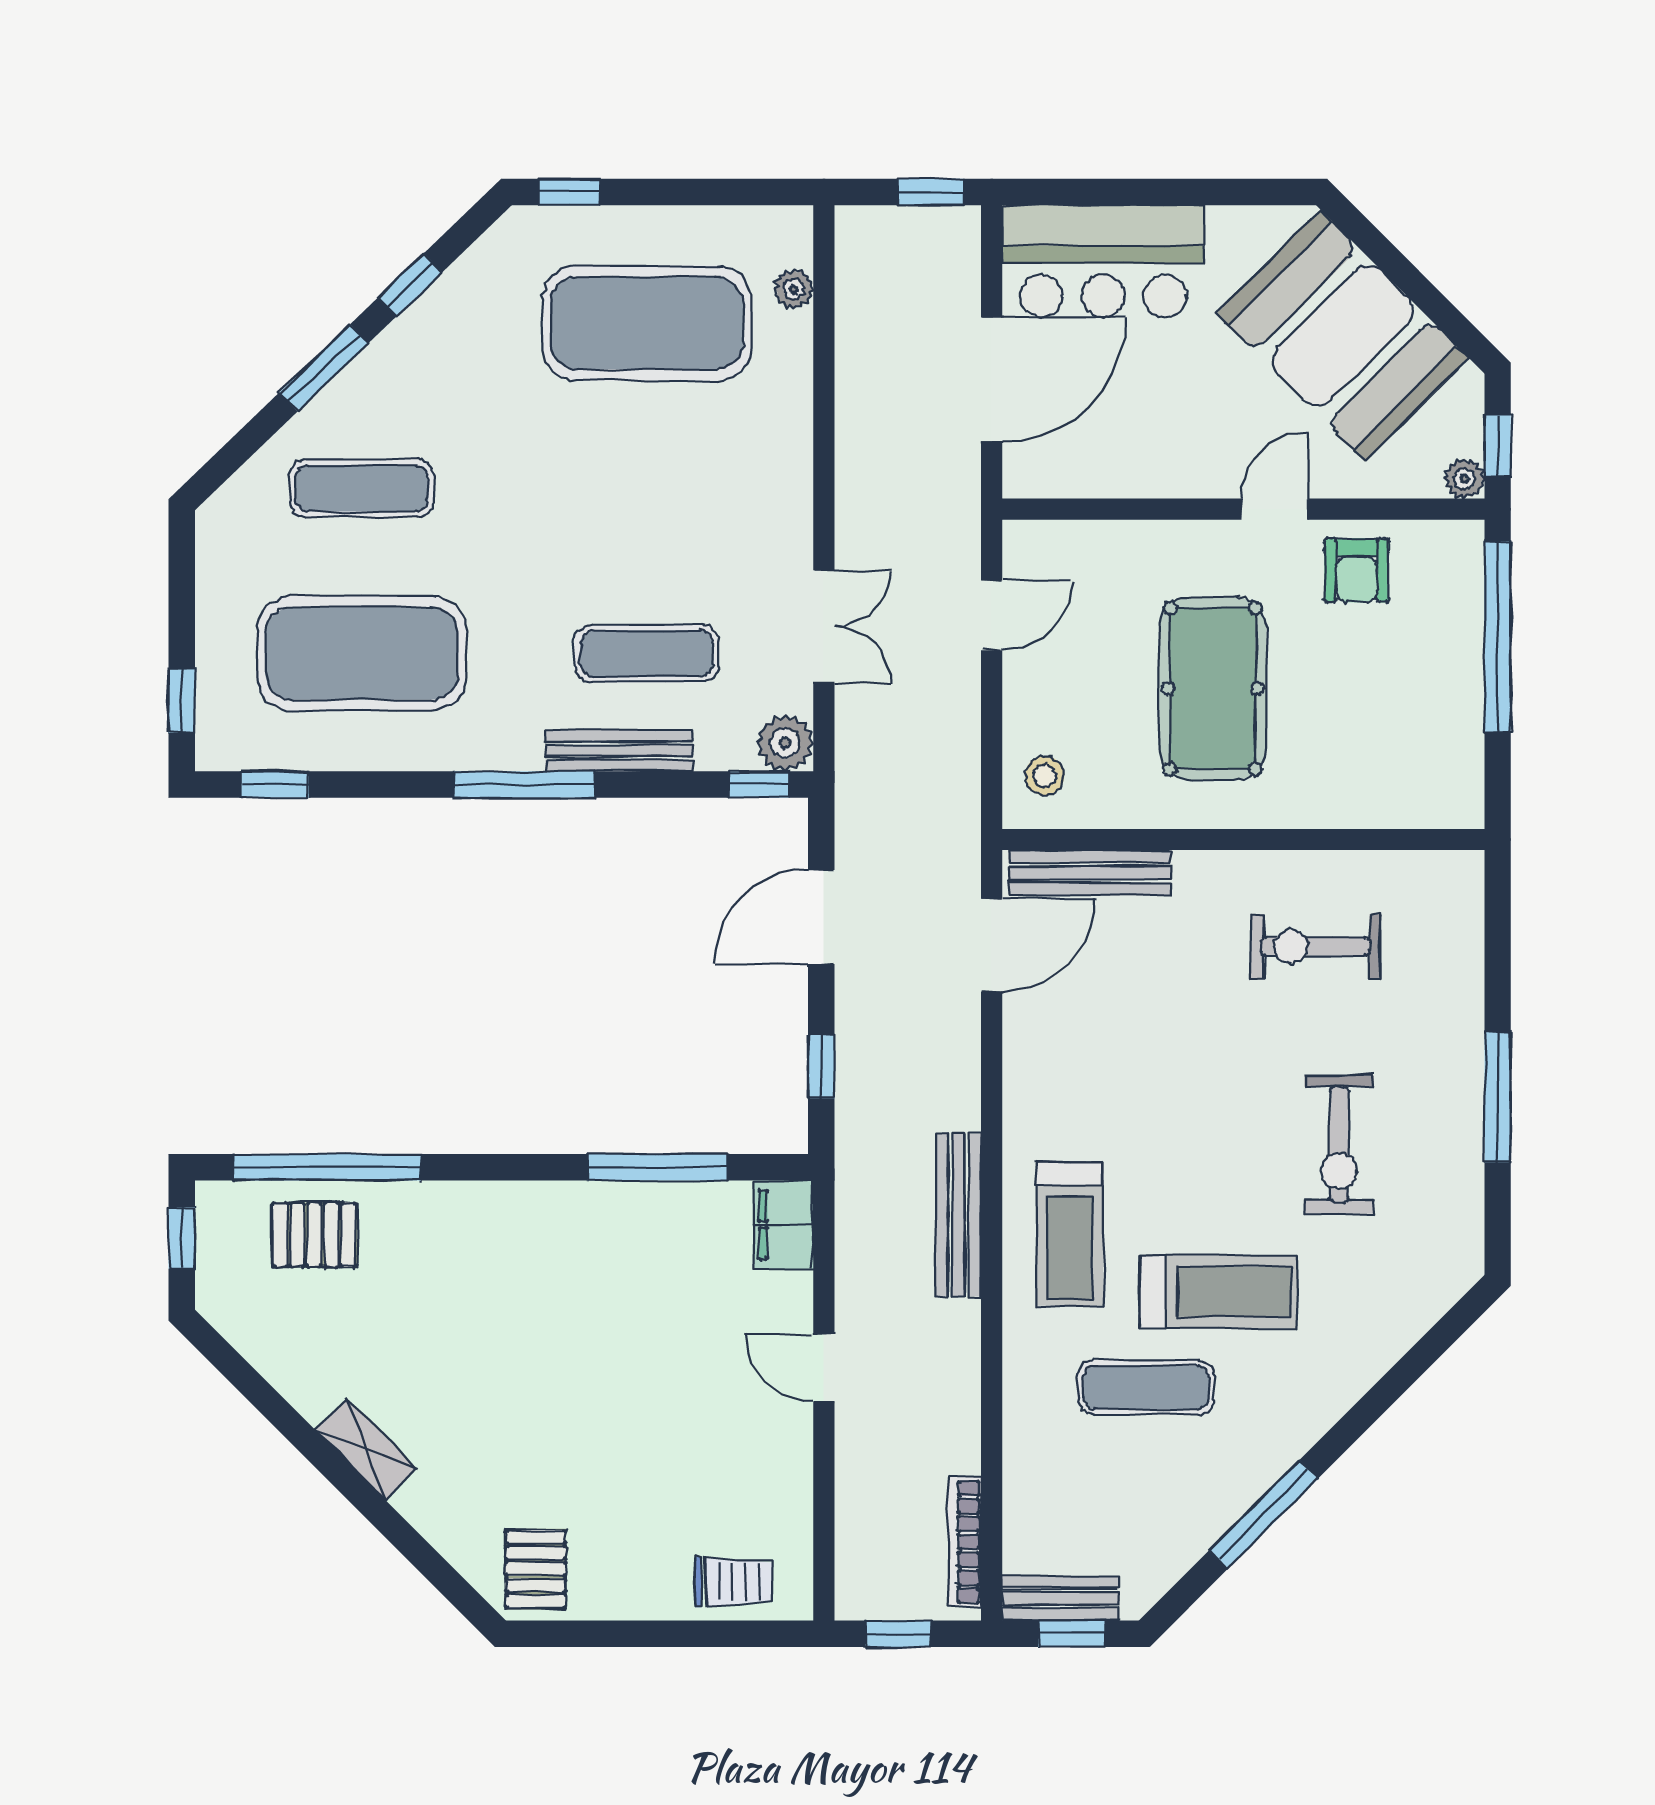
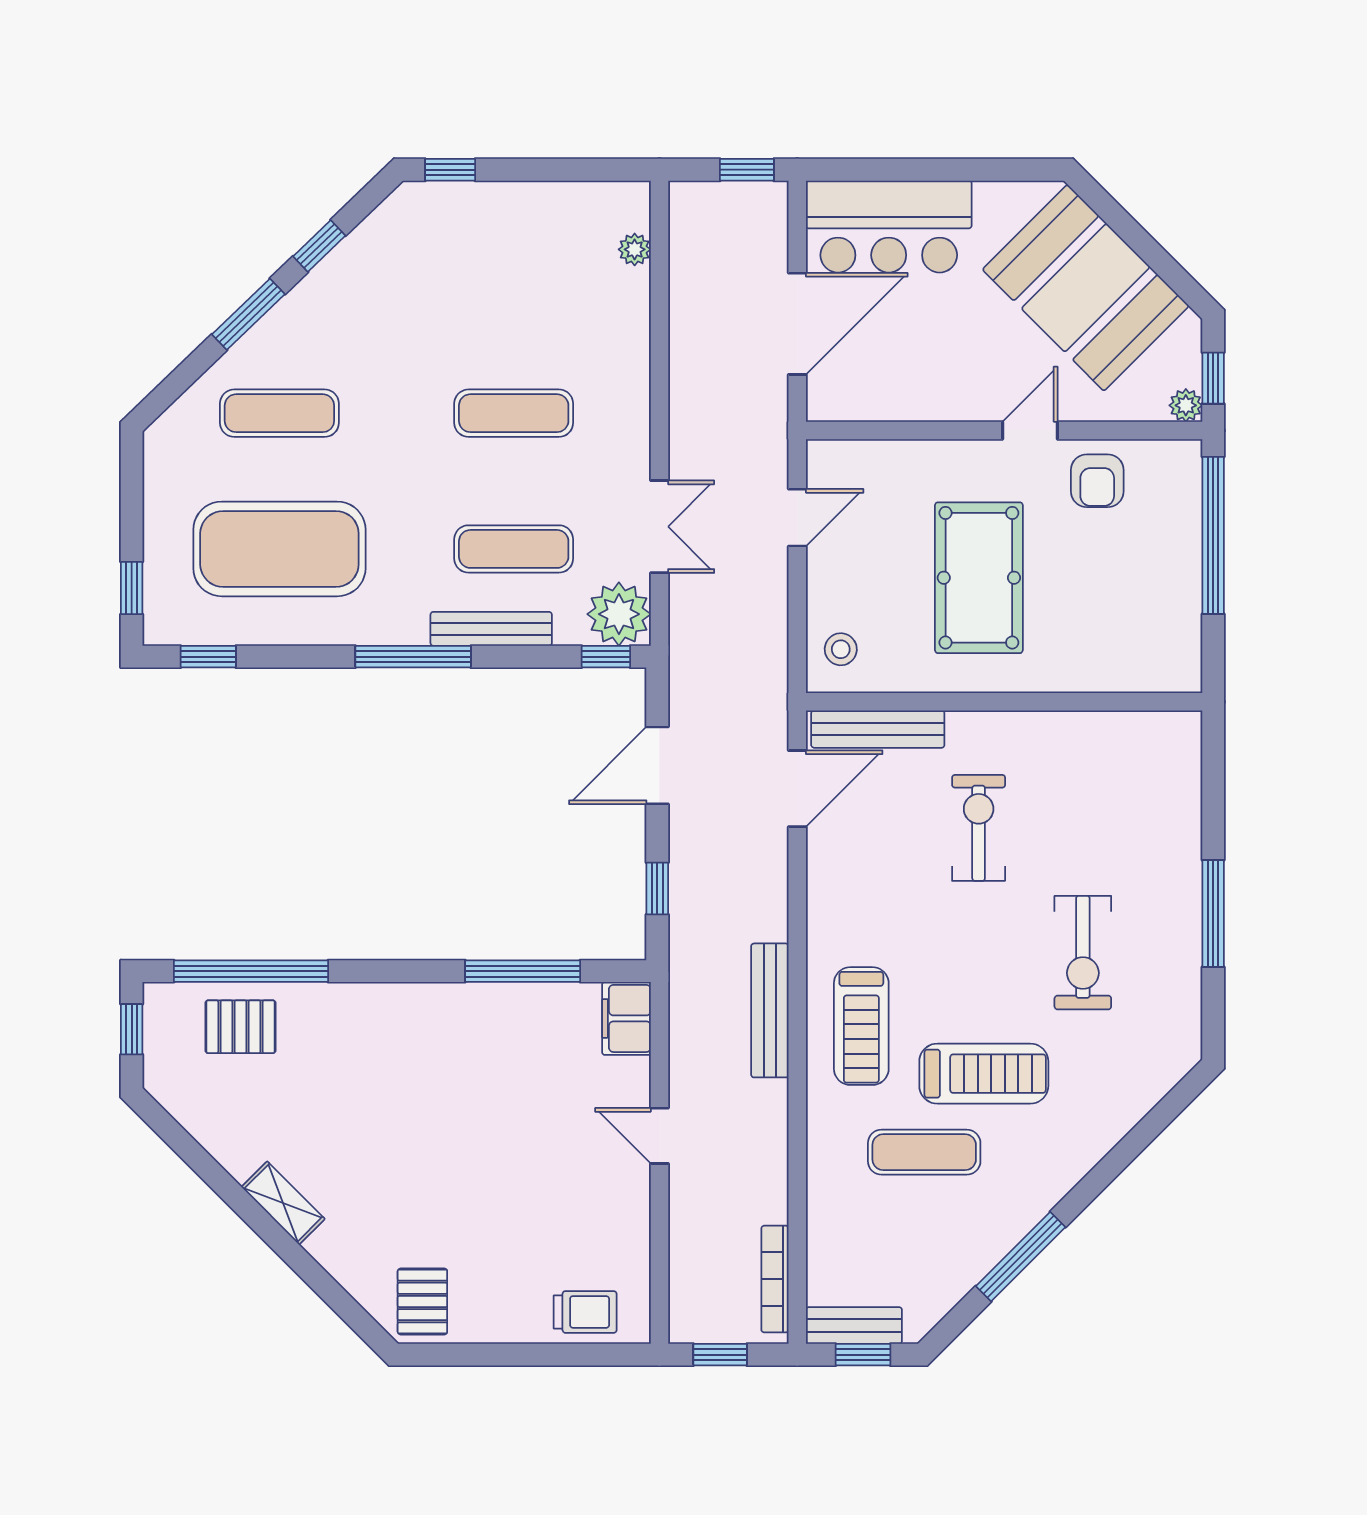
exercise mat: (647, 323) -> (514, 413), moved, width x0.50, depth x0.69
plant: (785, 743) -> (619, 614), width x1.36, depth x1.36
exercise bike: (1315, 947) -> (979, 828), moved, turned 90

